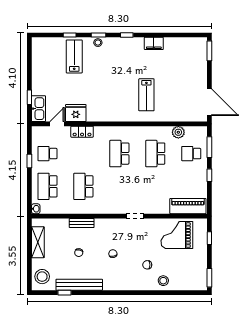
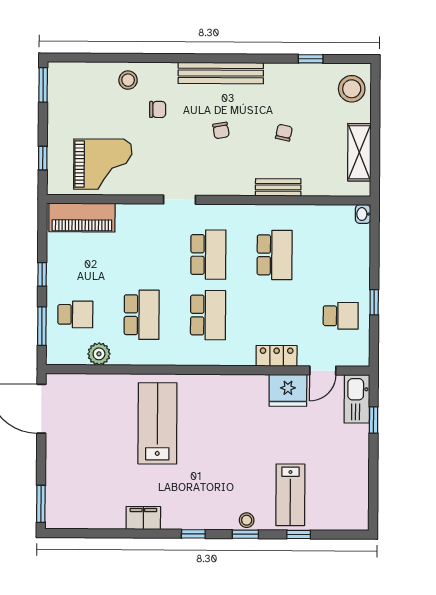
lab bench: (146, 95) -> (157, 423), width x1.36, depth x1.39
school desk: (47, 186) -> (208, 255), moved
bench: (79, 285) -> (221, 73), moved

